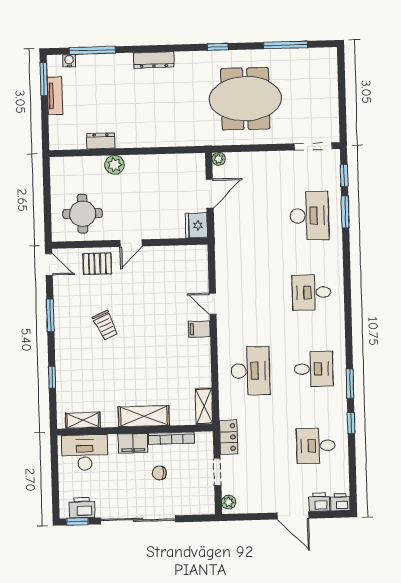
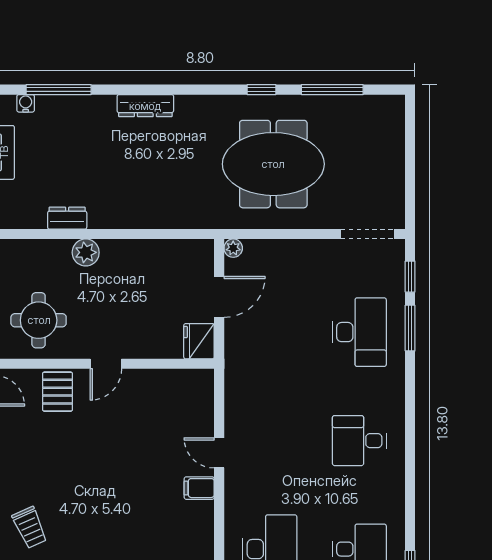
window: (218, 47) -> (261, 90), moved
pallet: (97, 264) -> (58, 392), turned 90
trolley: (105, 325) -> (30, 527), moved

